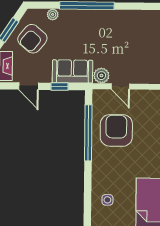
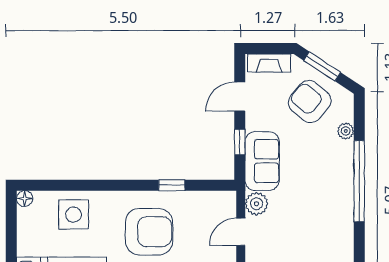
armchair: (116, 130) -> (149, 232), moved
window: (88, 133) -> (172, 185), width x0.32
side table: (107, 200) -> (74, 215), width x1.87, depth x1.87

